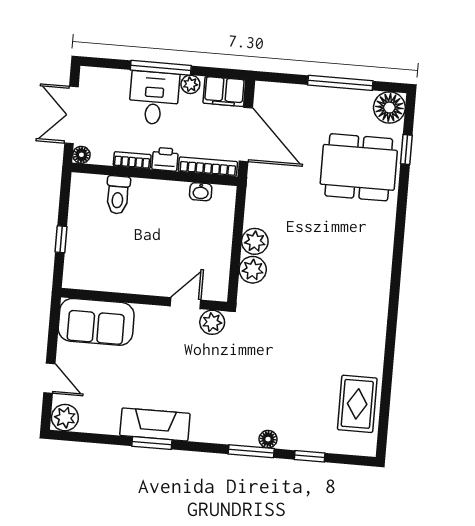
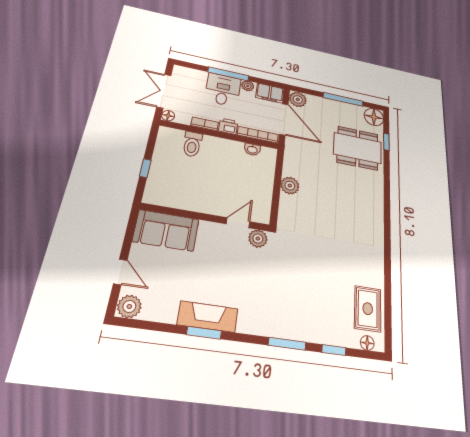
plant: (253, 270) -> (298, 99), moved
floor lamp: (268, 439) -> (367, 343), moved

